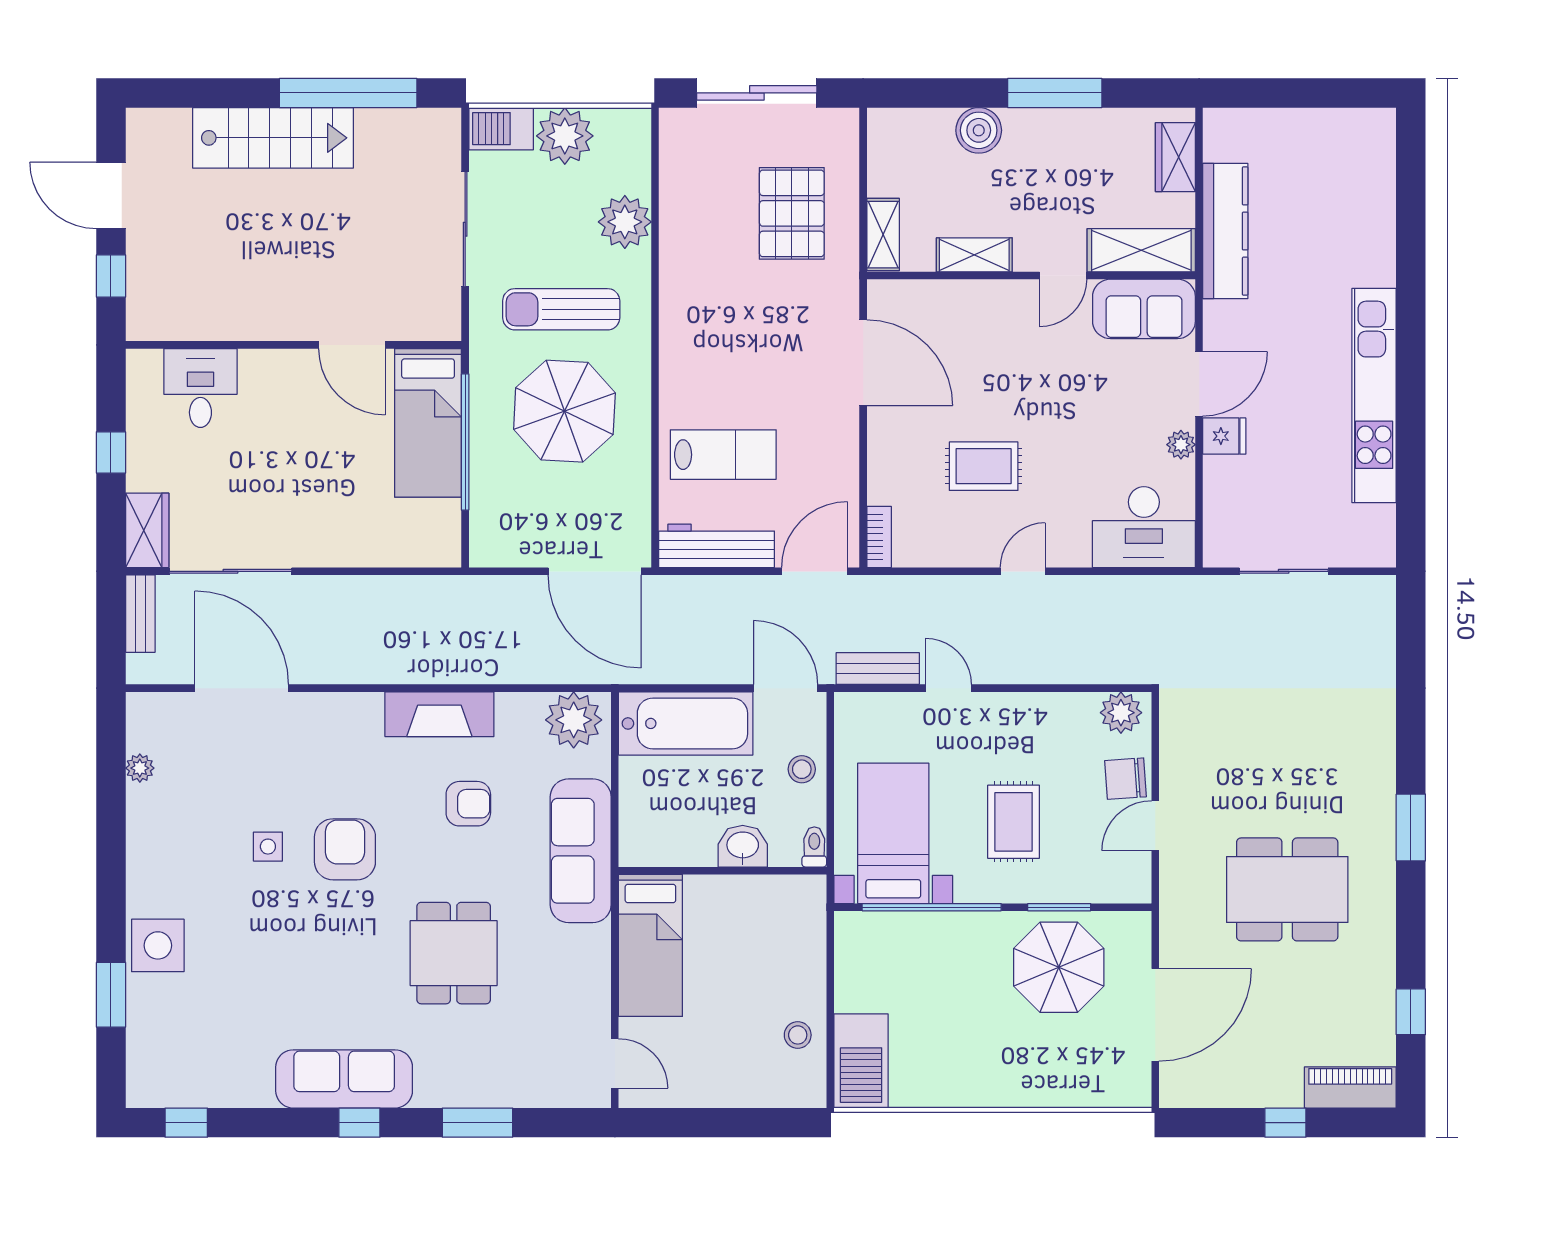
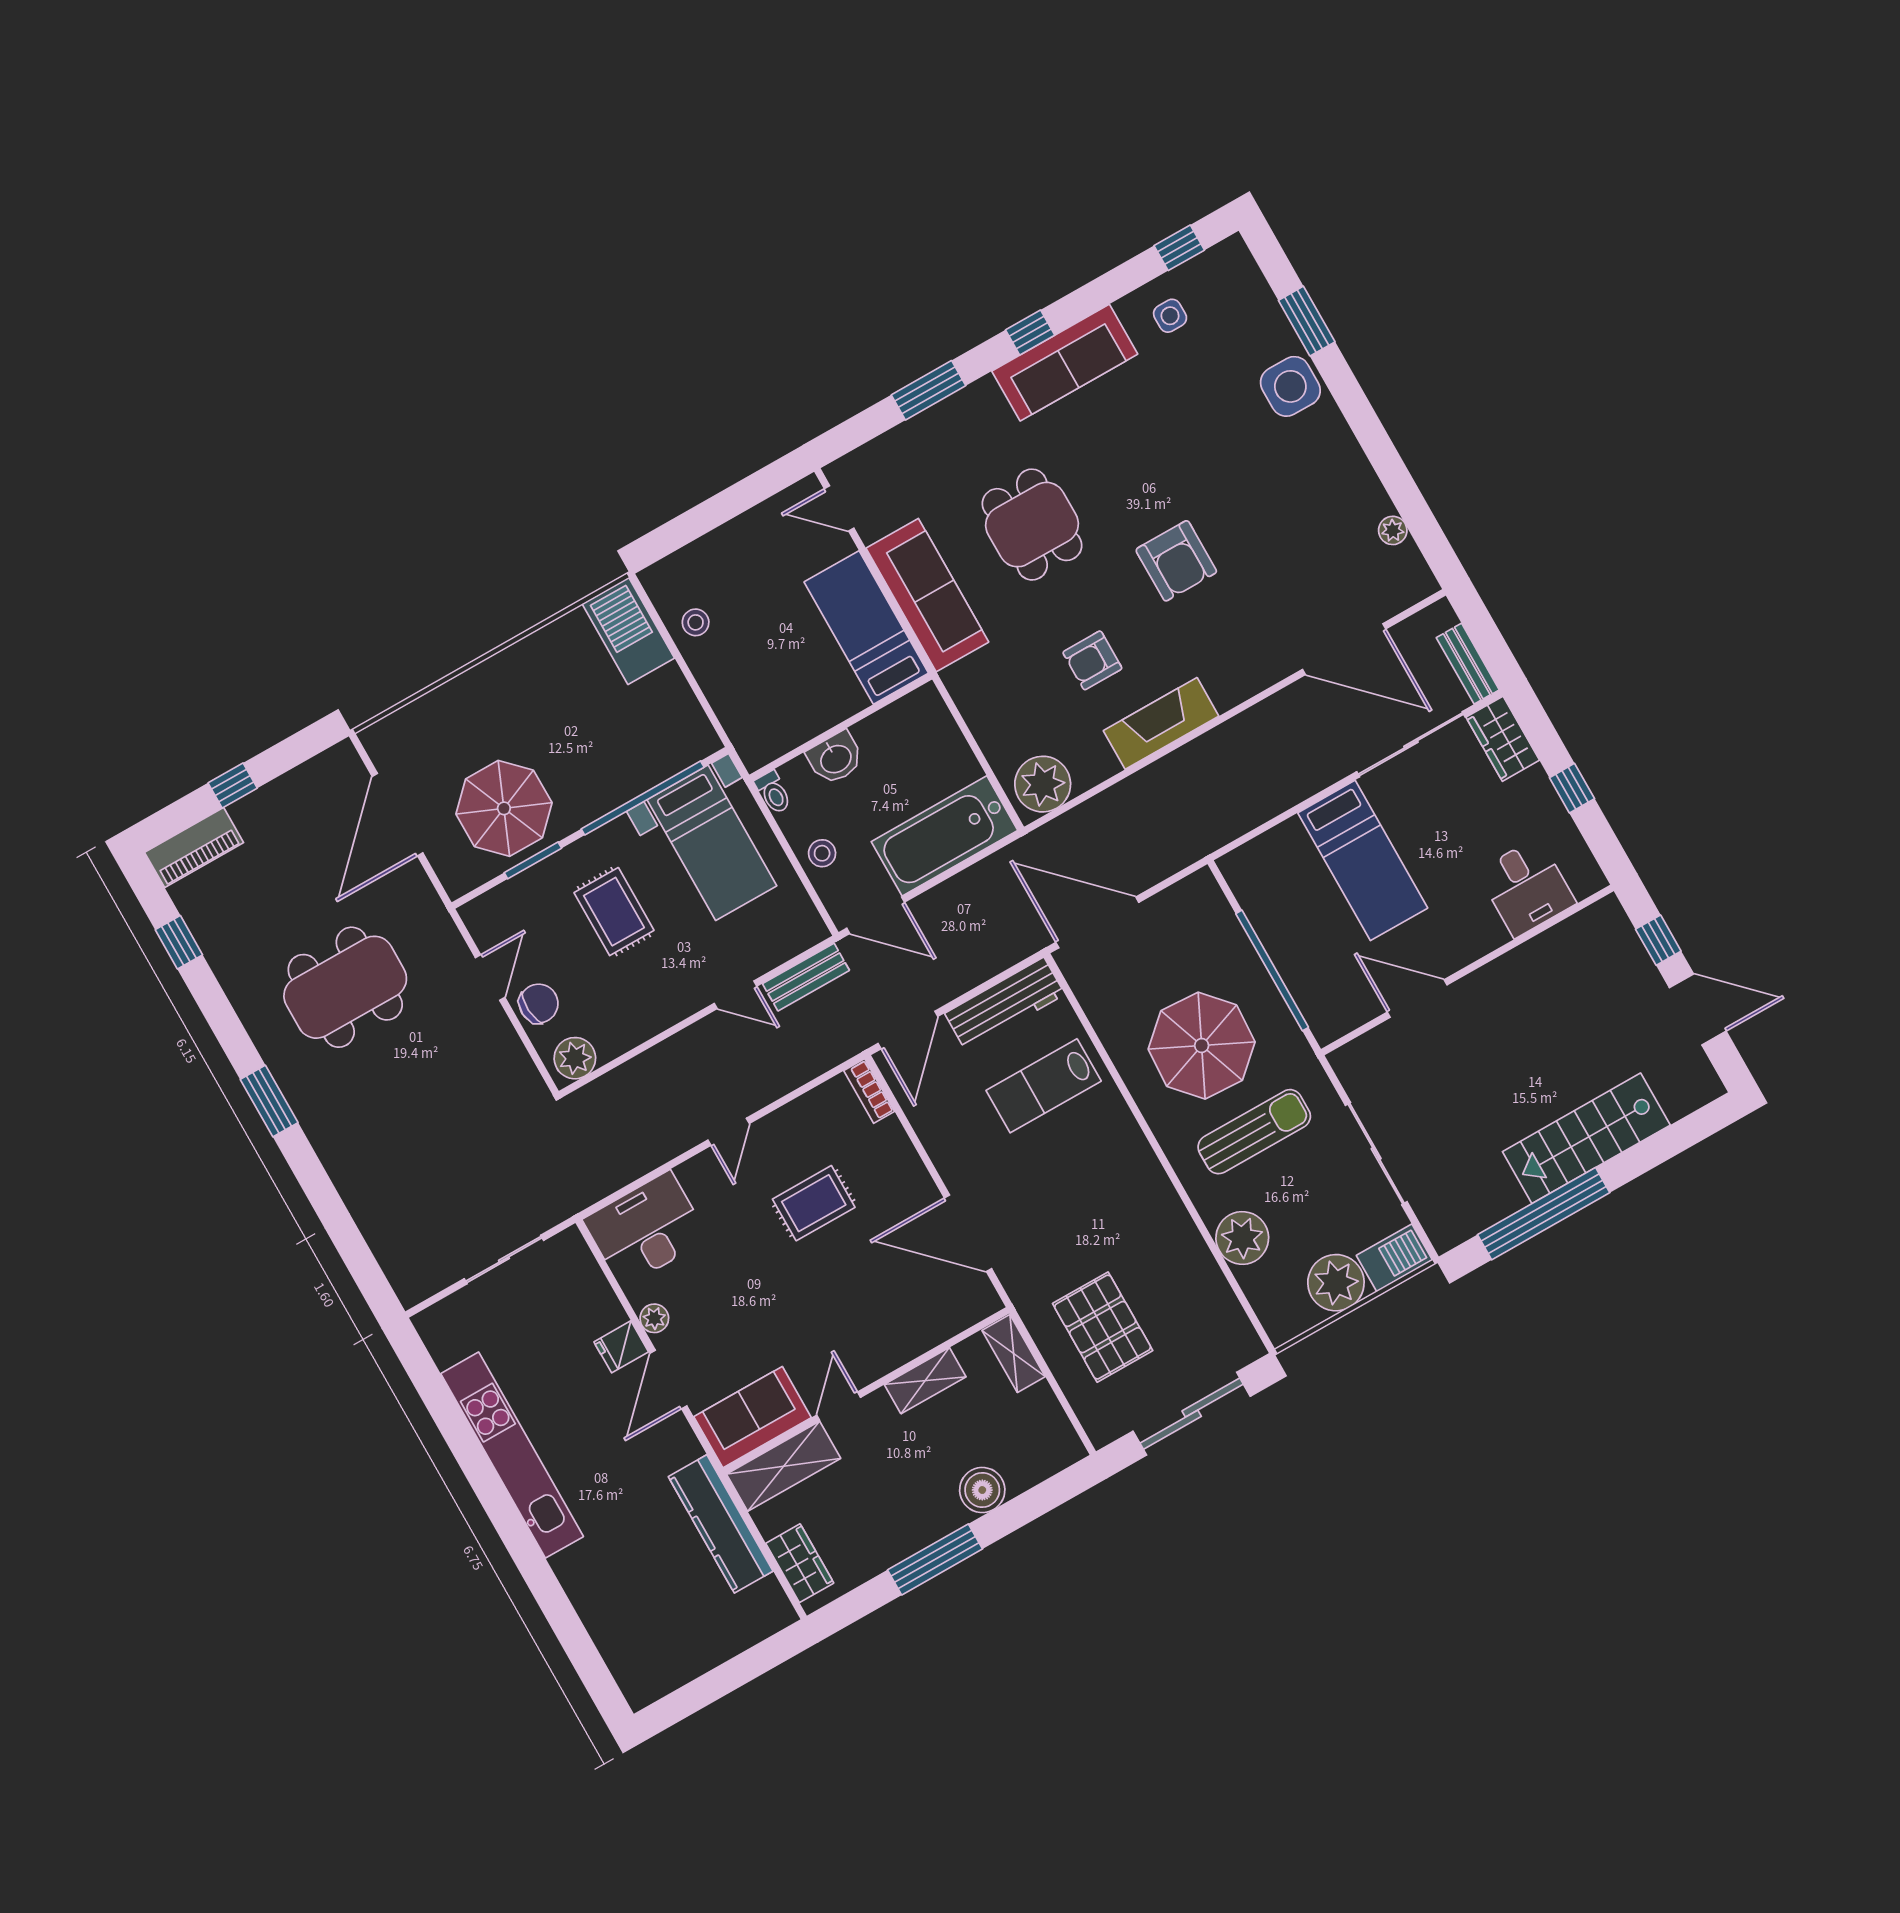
bed: (428, 423) -> (1363, 860), moved, turned 180
side table: (268, 847) -> (1170, 316), moved
sofa: (581, 851) -> (927, 595), moved

